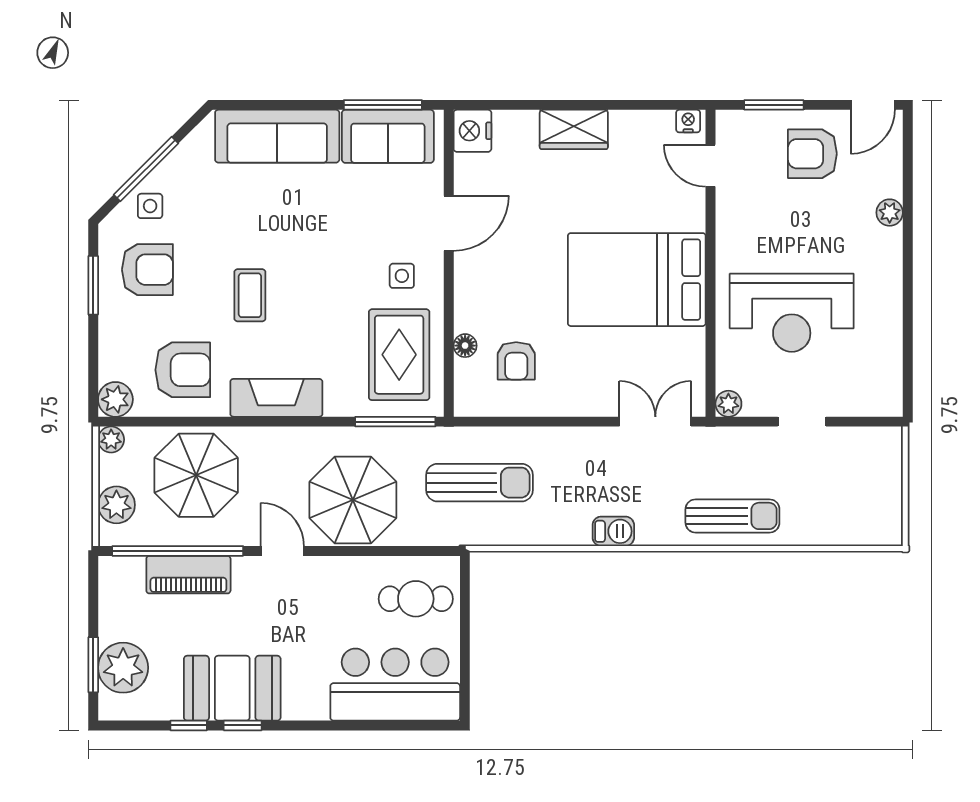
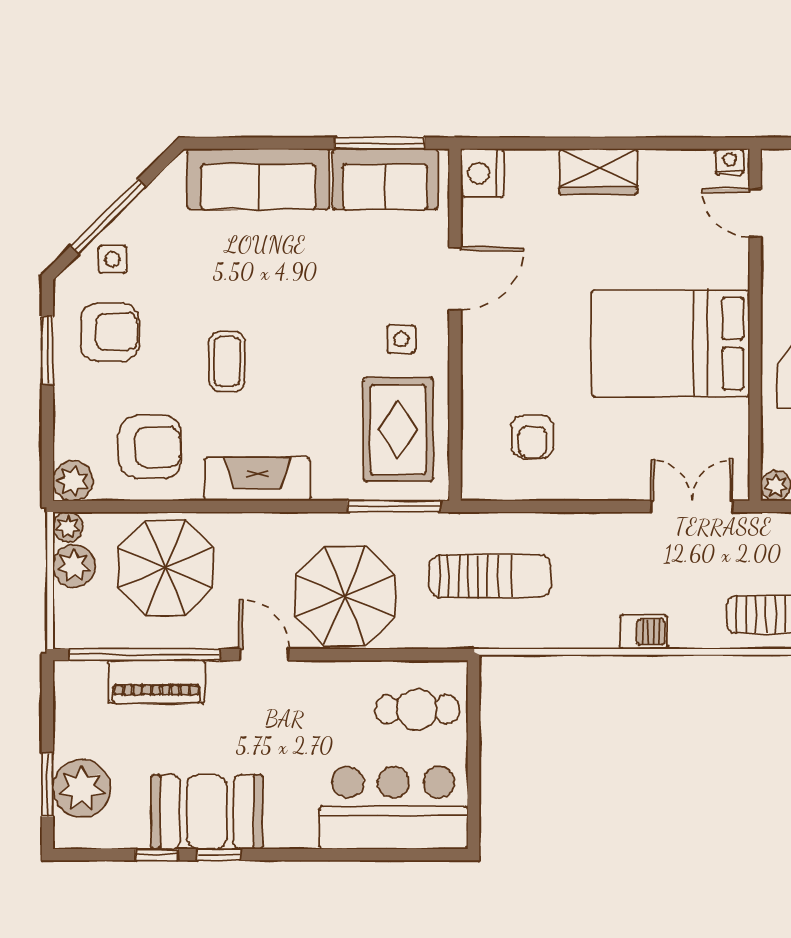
floor lamp: (465, 346) -> (474, 419), removed
plant: (116, 505) -> (74, 566), moved

